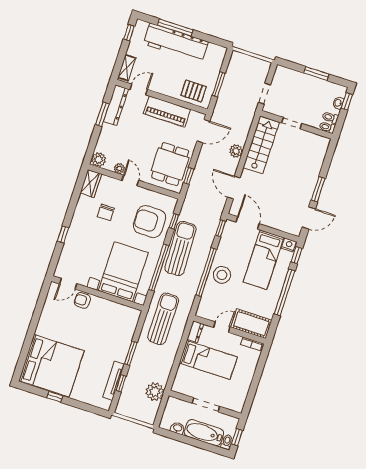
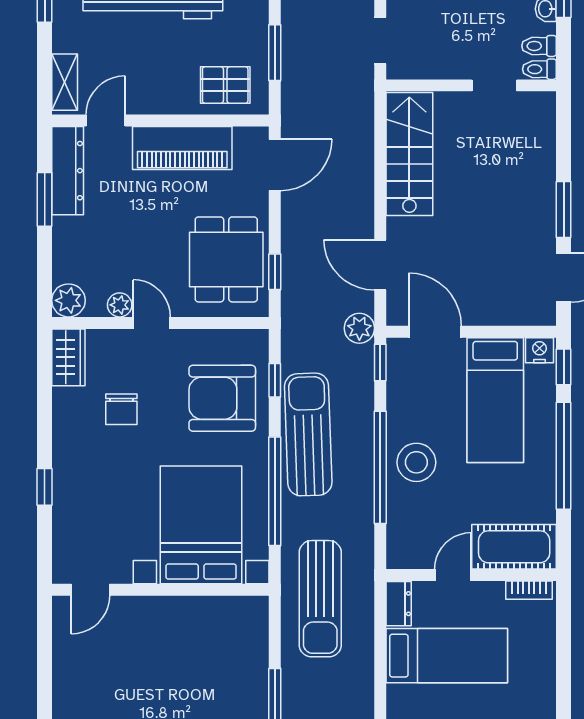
doorway: (292, 123) -> (494, 85), moved
plant: (236, 151) -> (359, 328), moved
armchair: (82, 300) -> (133, 616), removed
sun lounger: (163, 319) -> (320, 599), turned 180

